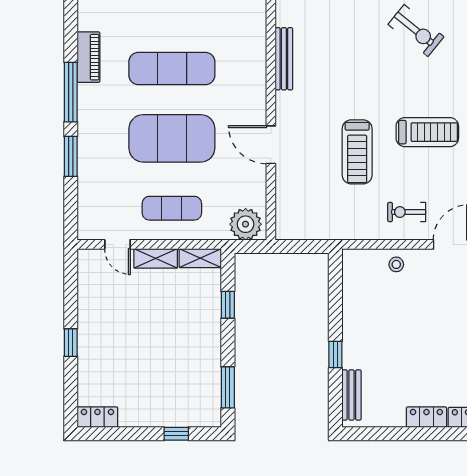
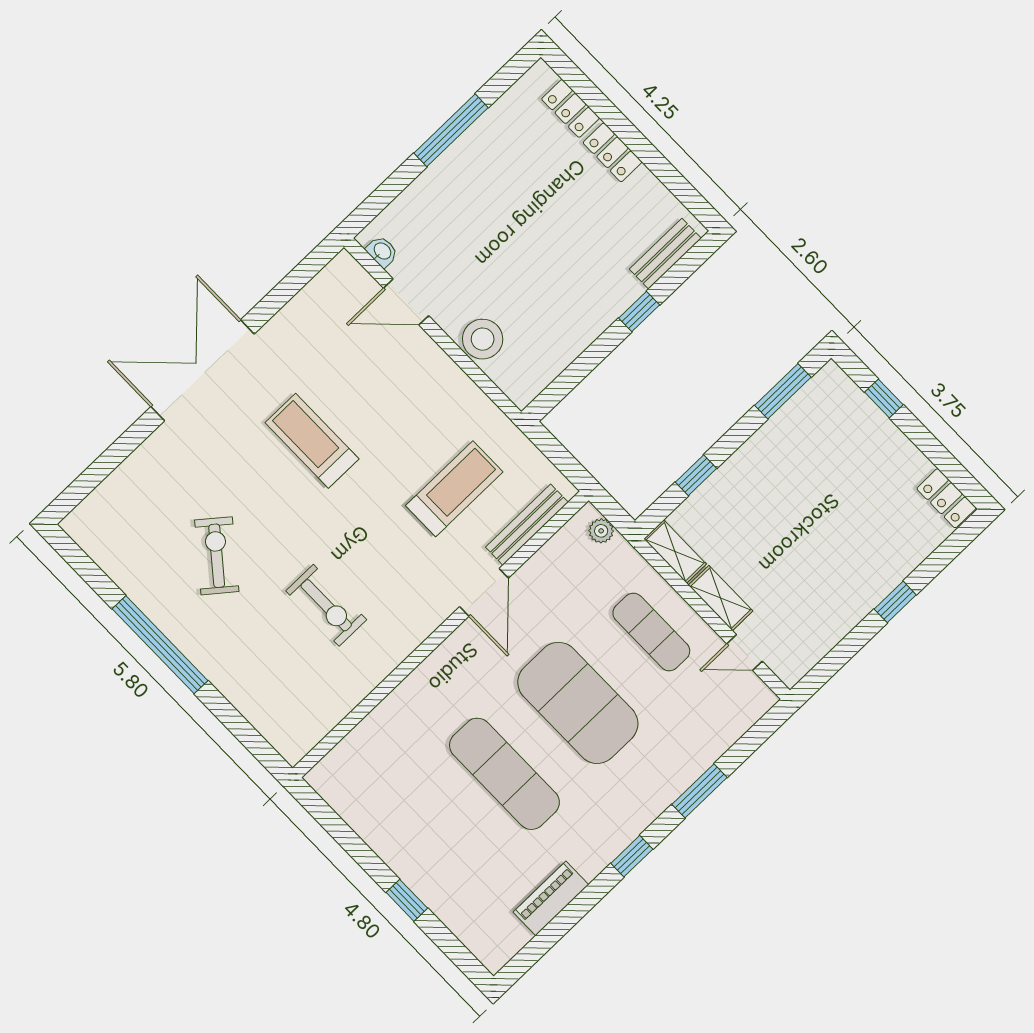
piano: (88, 57) -> (551, 898), moved
bench: (284, 59) -> (527, 525), moved
window: (71, 92) -> (632, 856), width x0.46
treadmill: (357, 152) -> (454, 489), moved
exercise bike: (407, 212) -> (326, 605), moved, width x1.38, depth x1.39
plant: (246, 224) -> (601, 531), width x0.53, depth x0.53
door: (117, 244) -> (745, 653), swing flipped
stool: (396, 264) -> (483, 339), width x1.89, depth x1.89

